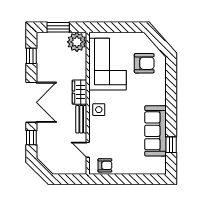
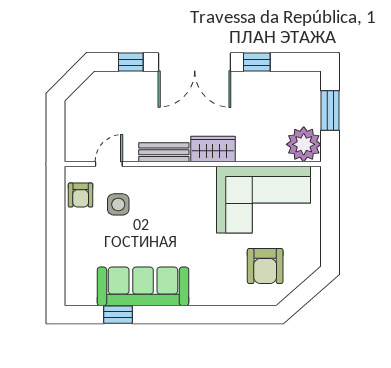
window: (31, 56) -> (257, 62), moved
side table: (99, 110) -> (118, 204), moved

